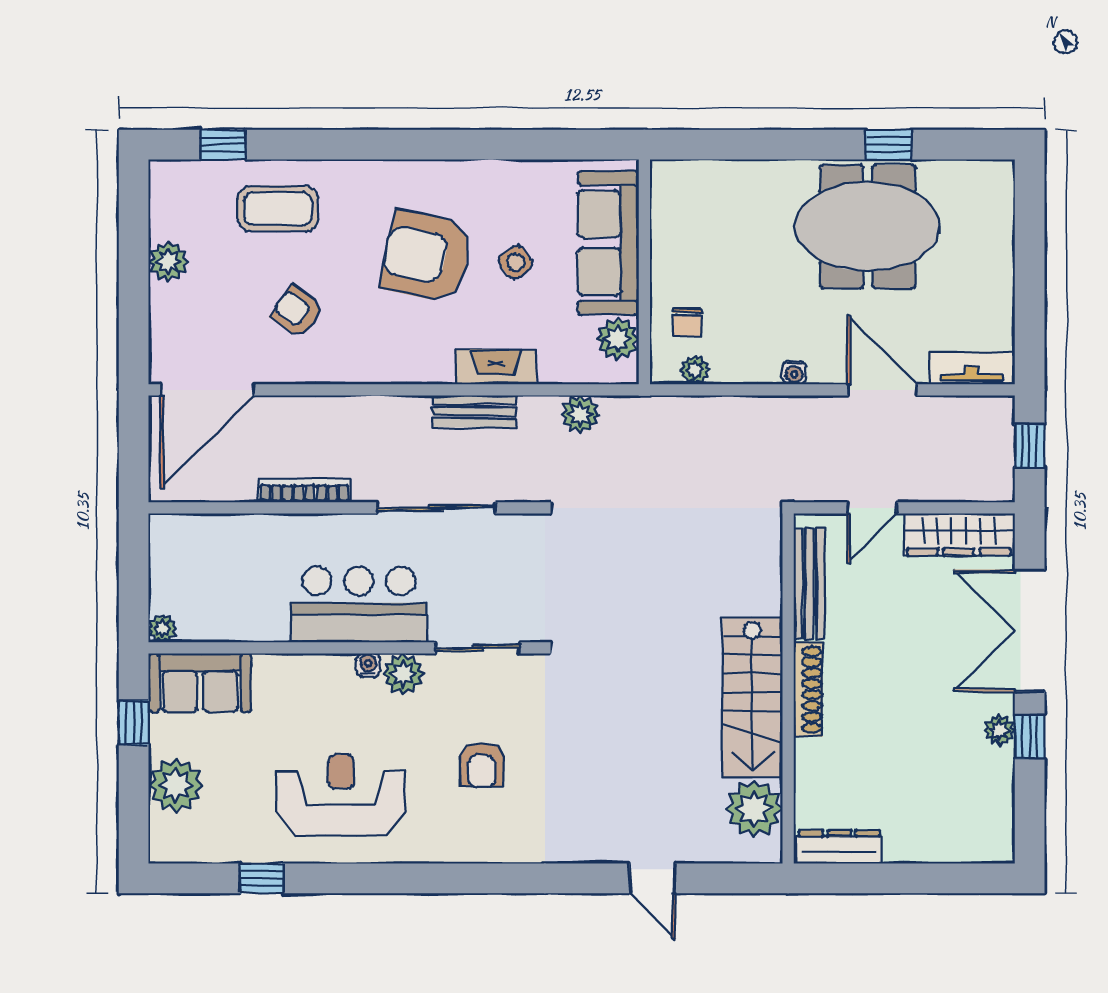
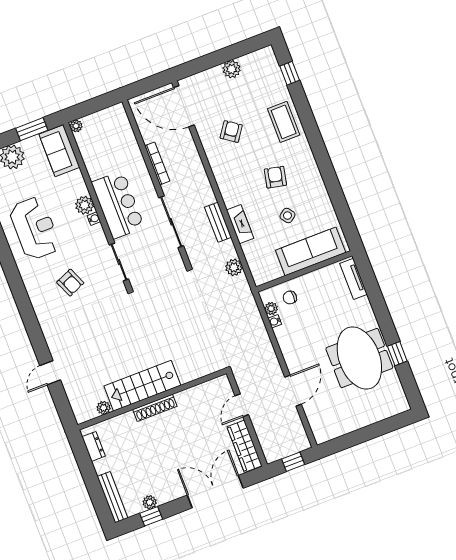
coffee table: (278, 209) -> (284, 122), moved
armchair: (426, 257) -> (275, 177), width x0.53, depth x0.53
plant: (618, 339) -> (272, 271), removed
tv unit: (972, 368) -> (354, 279), moved, turned 180
water cooler: (794, 372) -> (275, 321), moved
door: (872, 508) -> (242, 405), hinge flipped
bench: (809, 584) -> (112, 497), moved, turned 90
plant: (403, 674) -> (85, 205), moved
window: (134, 723) -> (32, 129), width x1.50
plant: (999, 730) -> (150, 502), moved
window: (1030, 737) -> (151, 516), moved
armchair: (482, 765) -> (70, 283), turned -113
plant: (754, 809) -> (104, 408), width x0.53, depth x0.53
dresser: (839, 847) -> (94, 446), width x0.70

